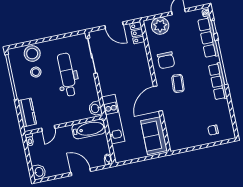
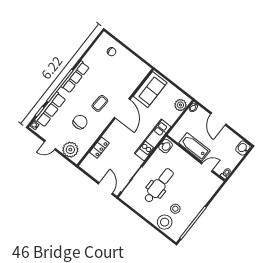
door: (114, 25) -> (105, 188), moved
locker: (137, 33) -> (99, 148), moved
chair: (166, 60) -> (80, 122), moved
dental chair: (67, 75) -> (159, 186), turned 180
door: (158, 99) -> (122, 108), hinge flipped
kitchen counter: (27, 112) -> (208, 191), removed
kitchen unit: (113, 119) -> (153, 140), moved
bathtub: (89, 129) -> (194, 147), moved
plant: (119, 150) -> (180, 105), added

